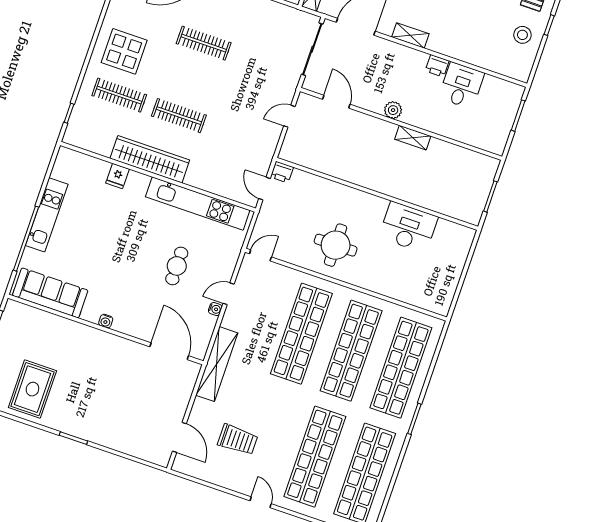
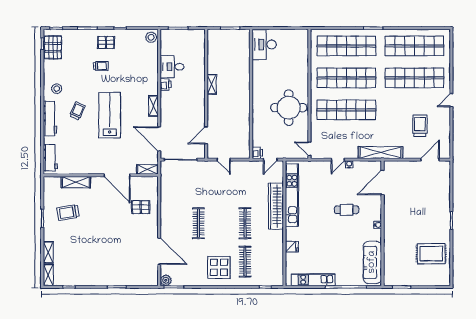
stool: (522, 35) -> (151, 37), moved
plant: (393, 110) -> (200, 101), removed
wardrobe: (150, 159) -> (276, 206), moved
kitchen unit: (47, 215) -> (313, 280), moved
desk: (408, 227) -> (264, 44), moved
round table: (336, 245) -> (289, 108), width x1.36, depth x1.36
cafe table: (177, 266) -> (347, 210), moved
door: (229, 294) -> (338, 160), hinge flipped

